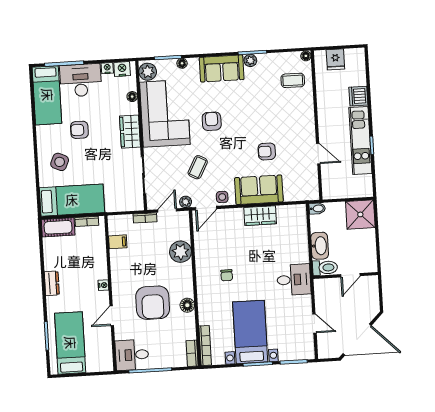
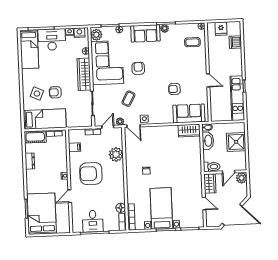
dishwasher: (358, 96) -> (235, 42), moved
armchair: (79, 130) -> (55, 92), moved
wardrobe: (130, 132) -> (84, 74), width x1.50
kitchen unit: (360, 140) -> (237, 98), moved
door: (318, 154) -> (208, 80), moved
sofa: (259, 190) -> (189, 113), moved
door: (206, 208) -> (134, 126), hinge flipped
shower: (360, 214) -> (236, 142), moved
wardrobe: (260, 216) -> (189, 131), moved
washbasin: (320, 246) -> (208, 141), moved
desk: (294, 280) -> (191, 174), removed
dresser: (52, 283) -> (30, 161), moved
plant: (370, 284) -> (241, 178), added
wardrobe: (323, 293) -> (210, 183), added
armchair: (153, 303) -> (91, 174), moved, turned 90
floor lamp: (187, 305) -> (121, 208), moved
bed: (70, 343) -> (42, 214), width x1.50
desk: (132, 355) -> (93, 221), moved, turned -90

